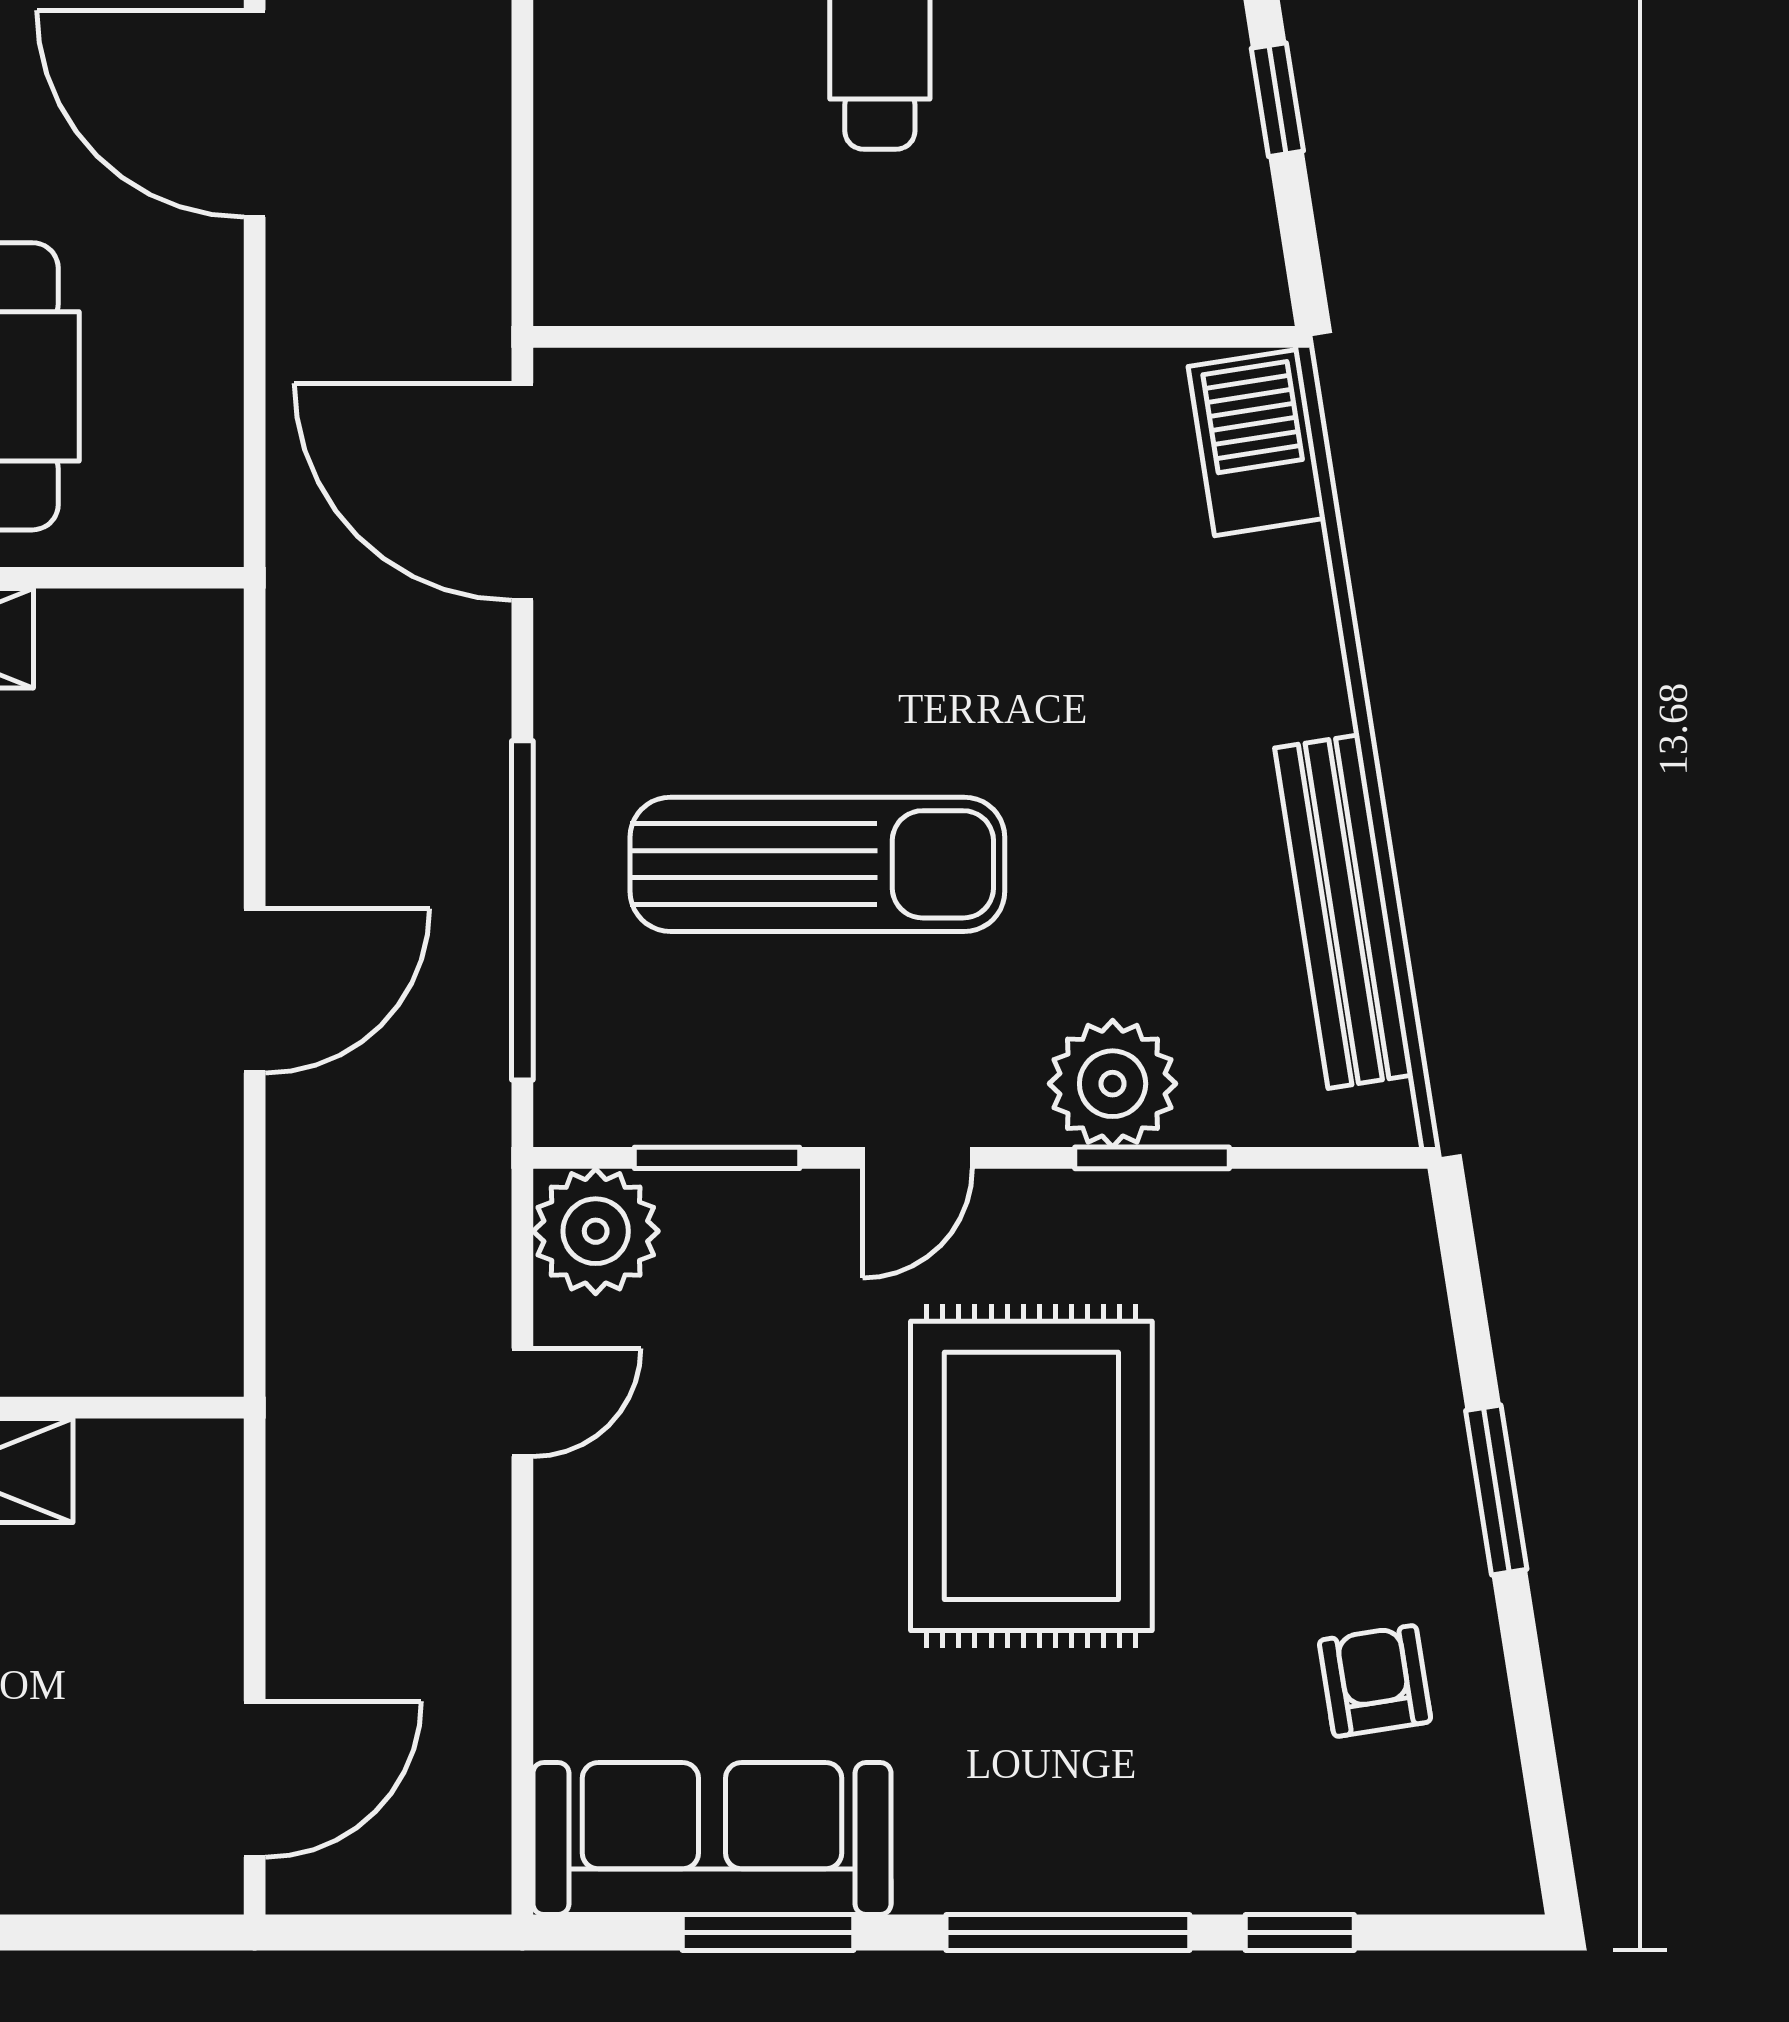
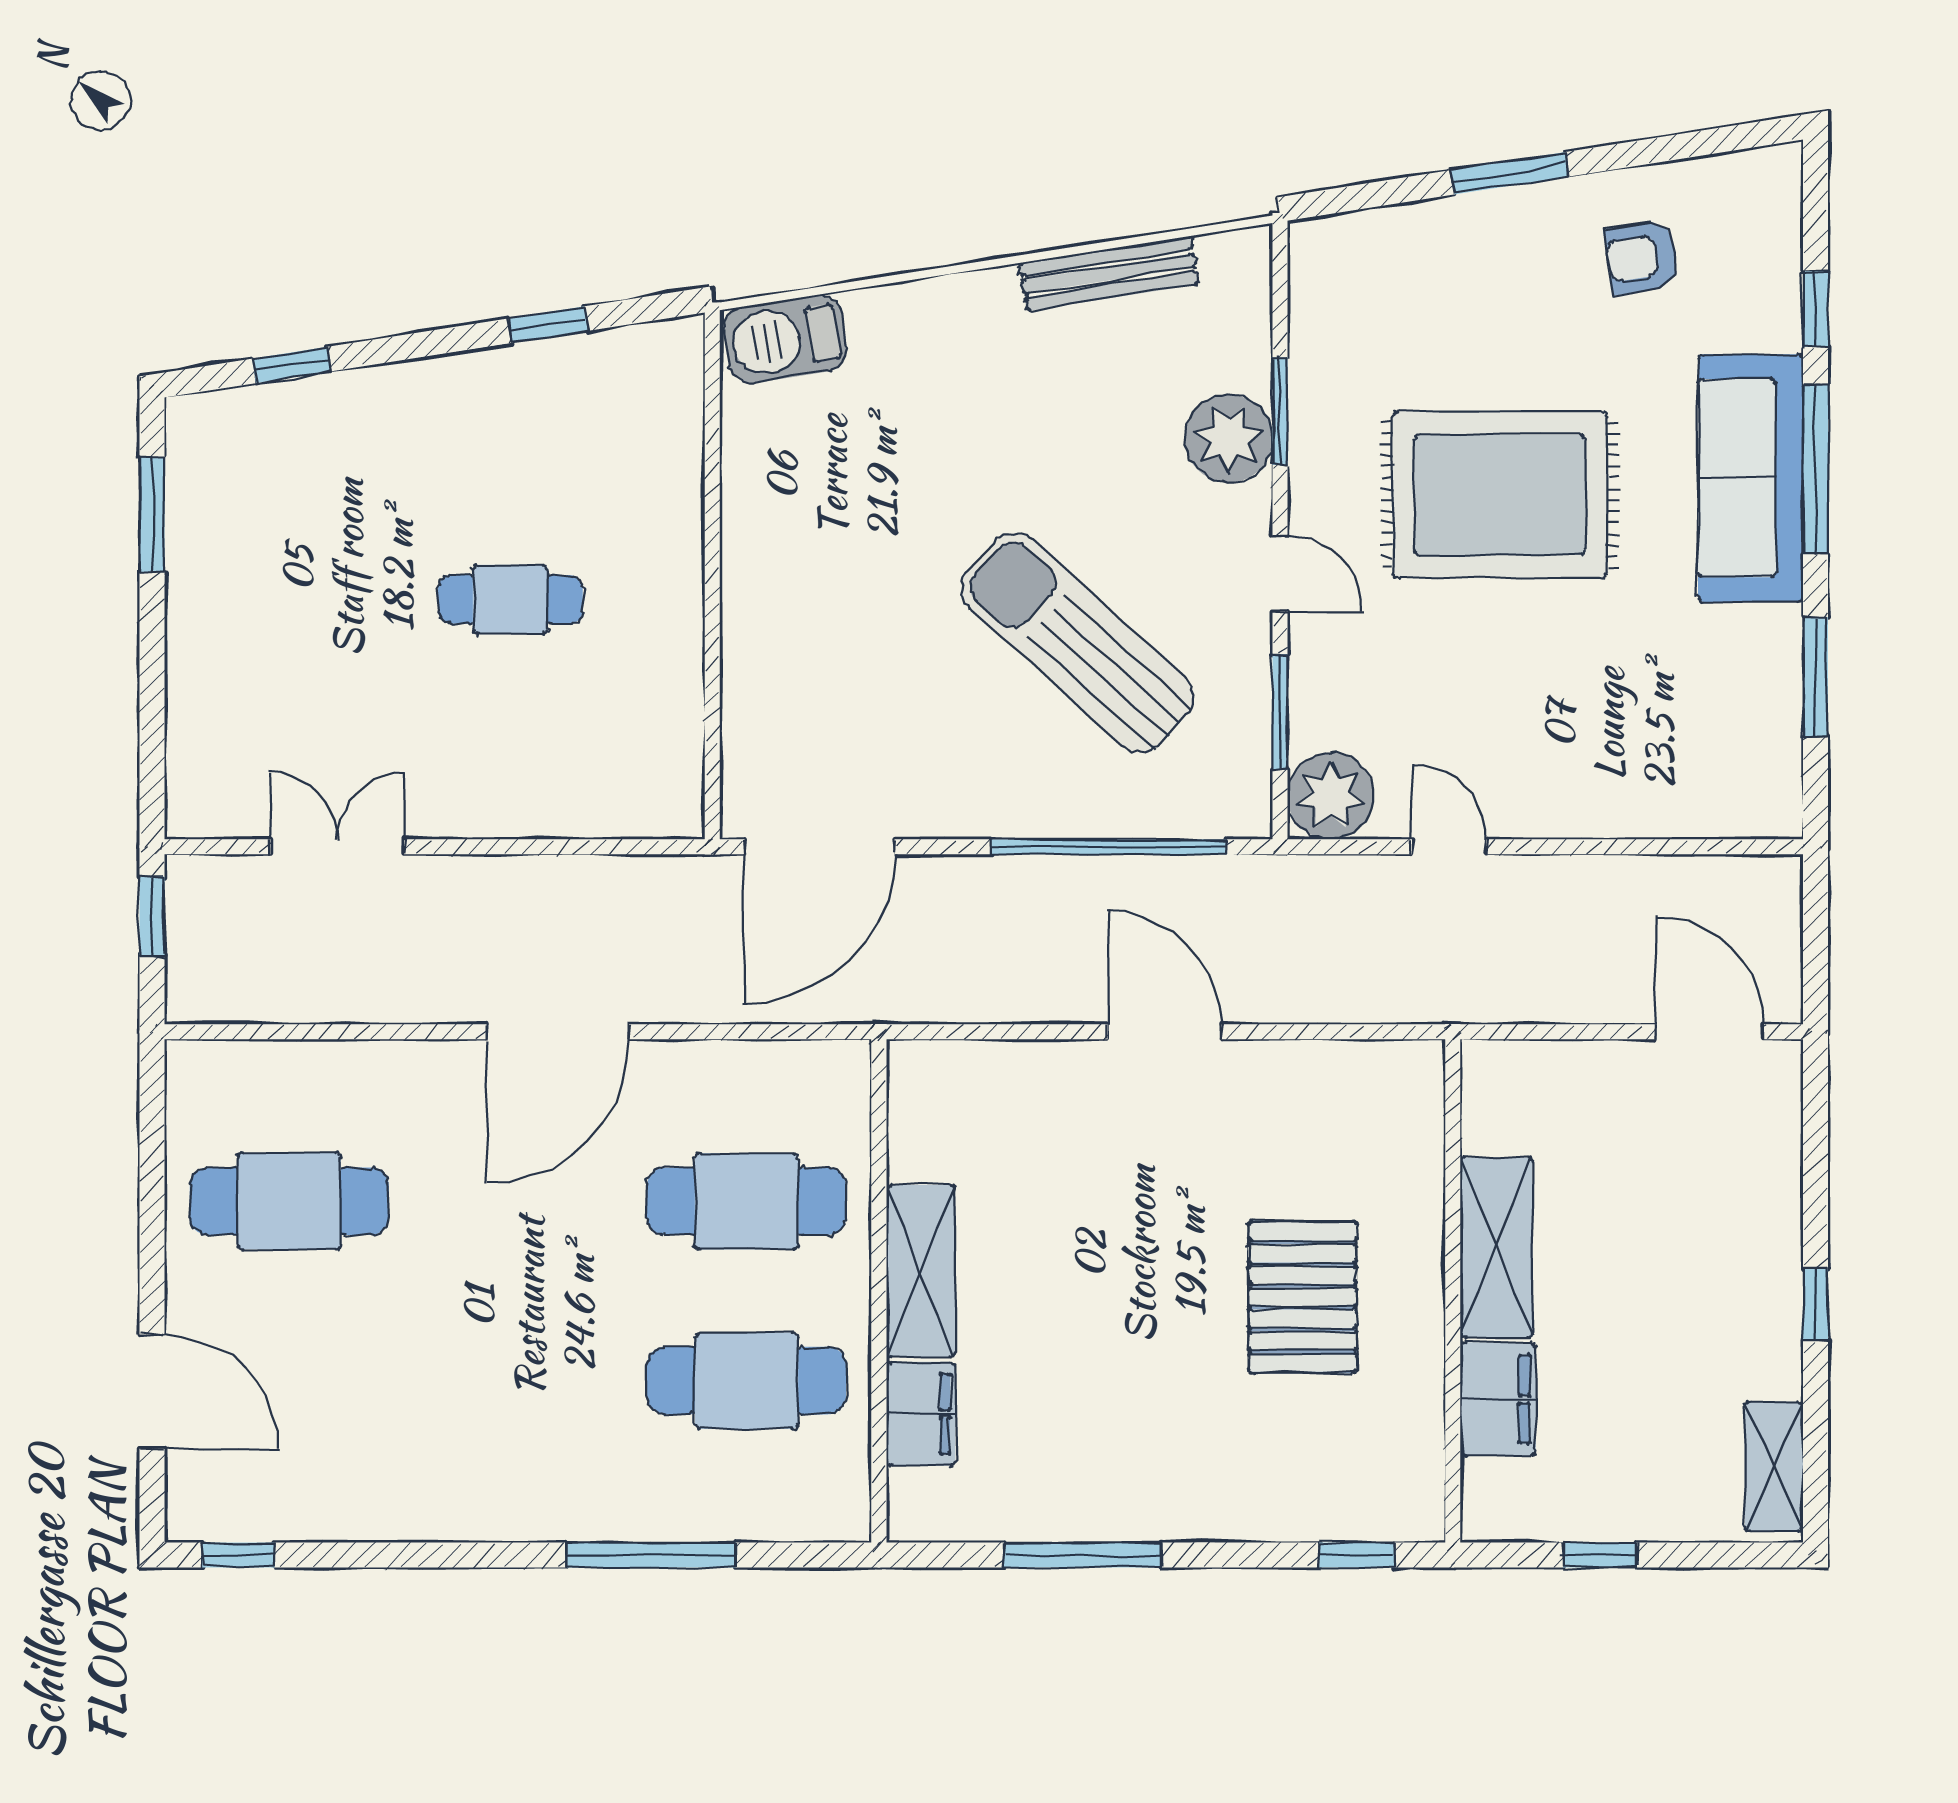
sun lounger: (817, 864) -> (1077, 643), turned -48
bench: (1344, 912) -> (1109, 274), width x0.73, depth x0.82
sofa: (712, 1839) -> (1751, 478), moved

